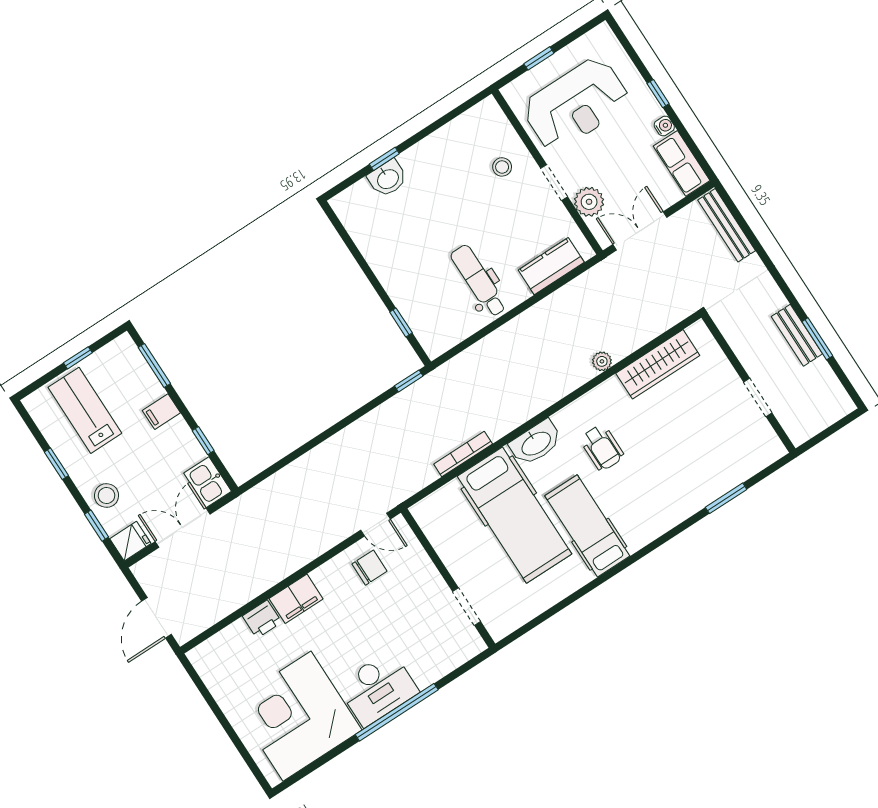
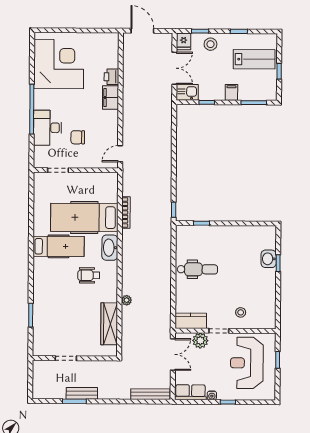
kitchen counter: (551, 266) -> (191, 321), moved, turned -90
chair: (370, 568) -> (78, 137), moved, turned 90
desk: (378, 688) -> (48, 128), moved

